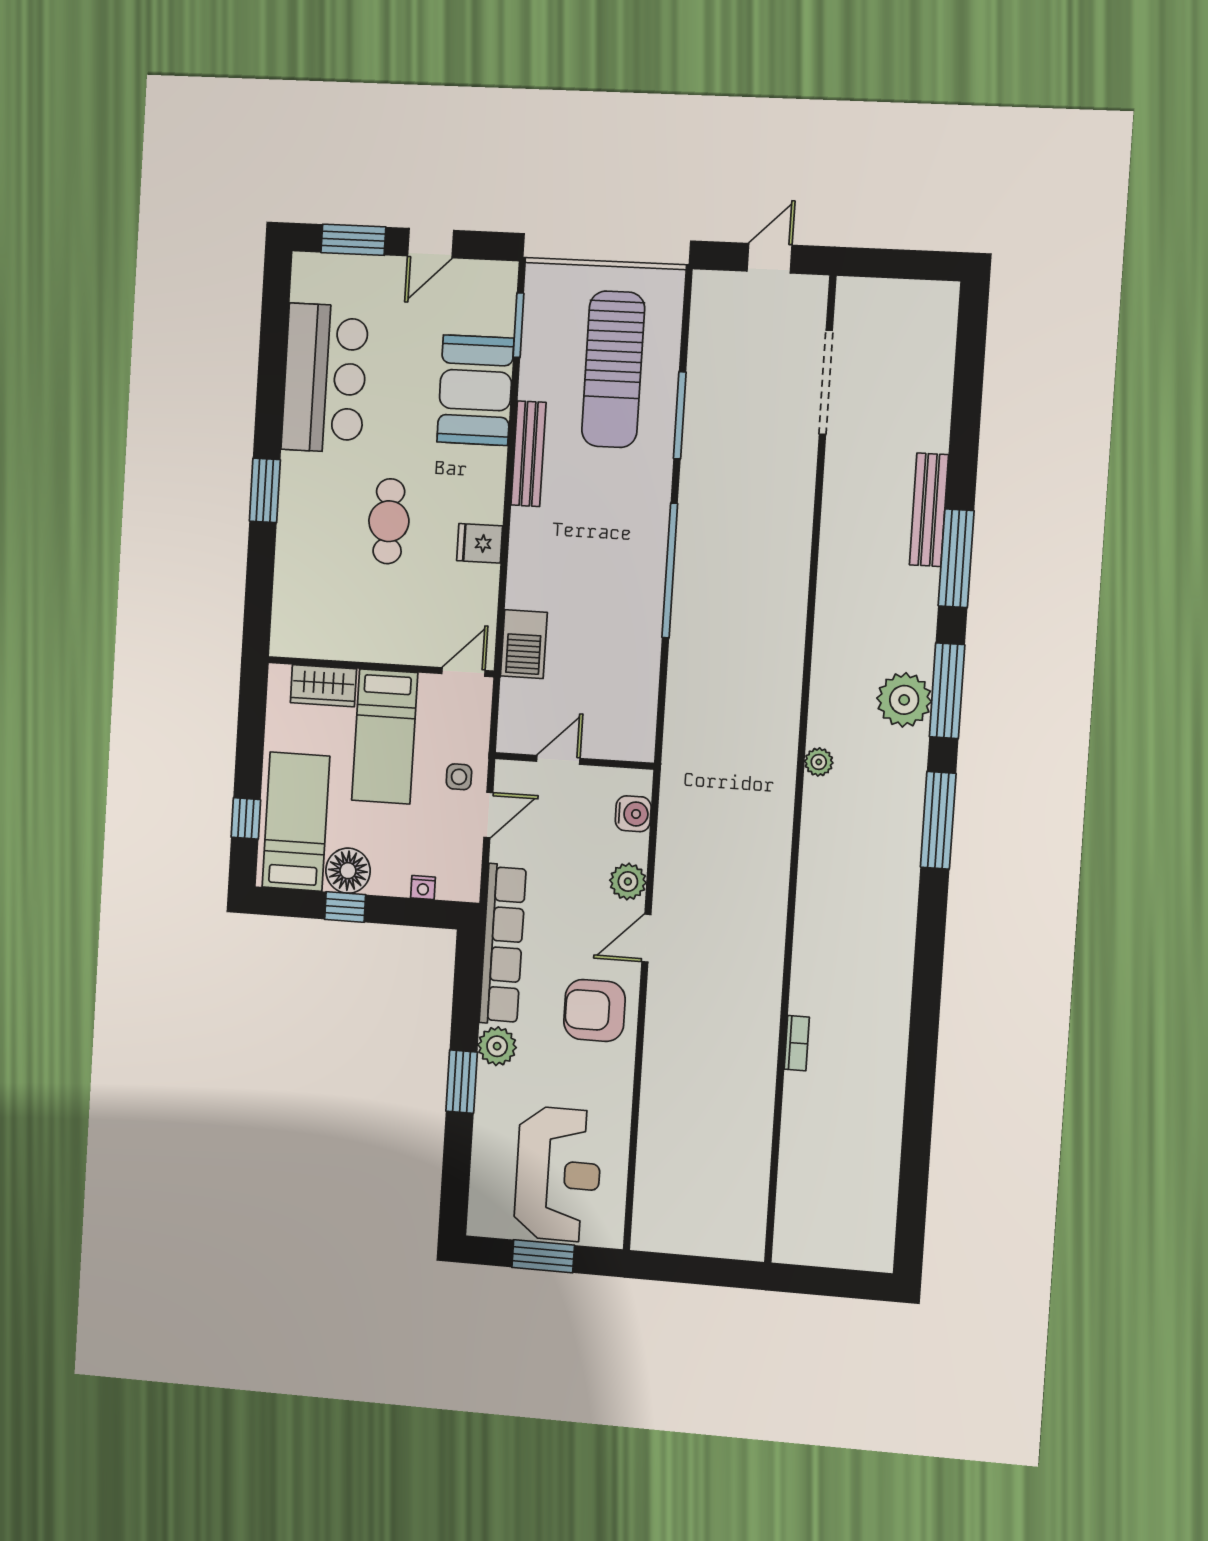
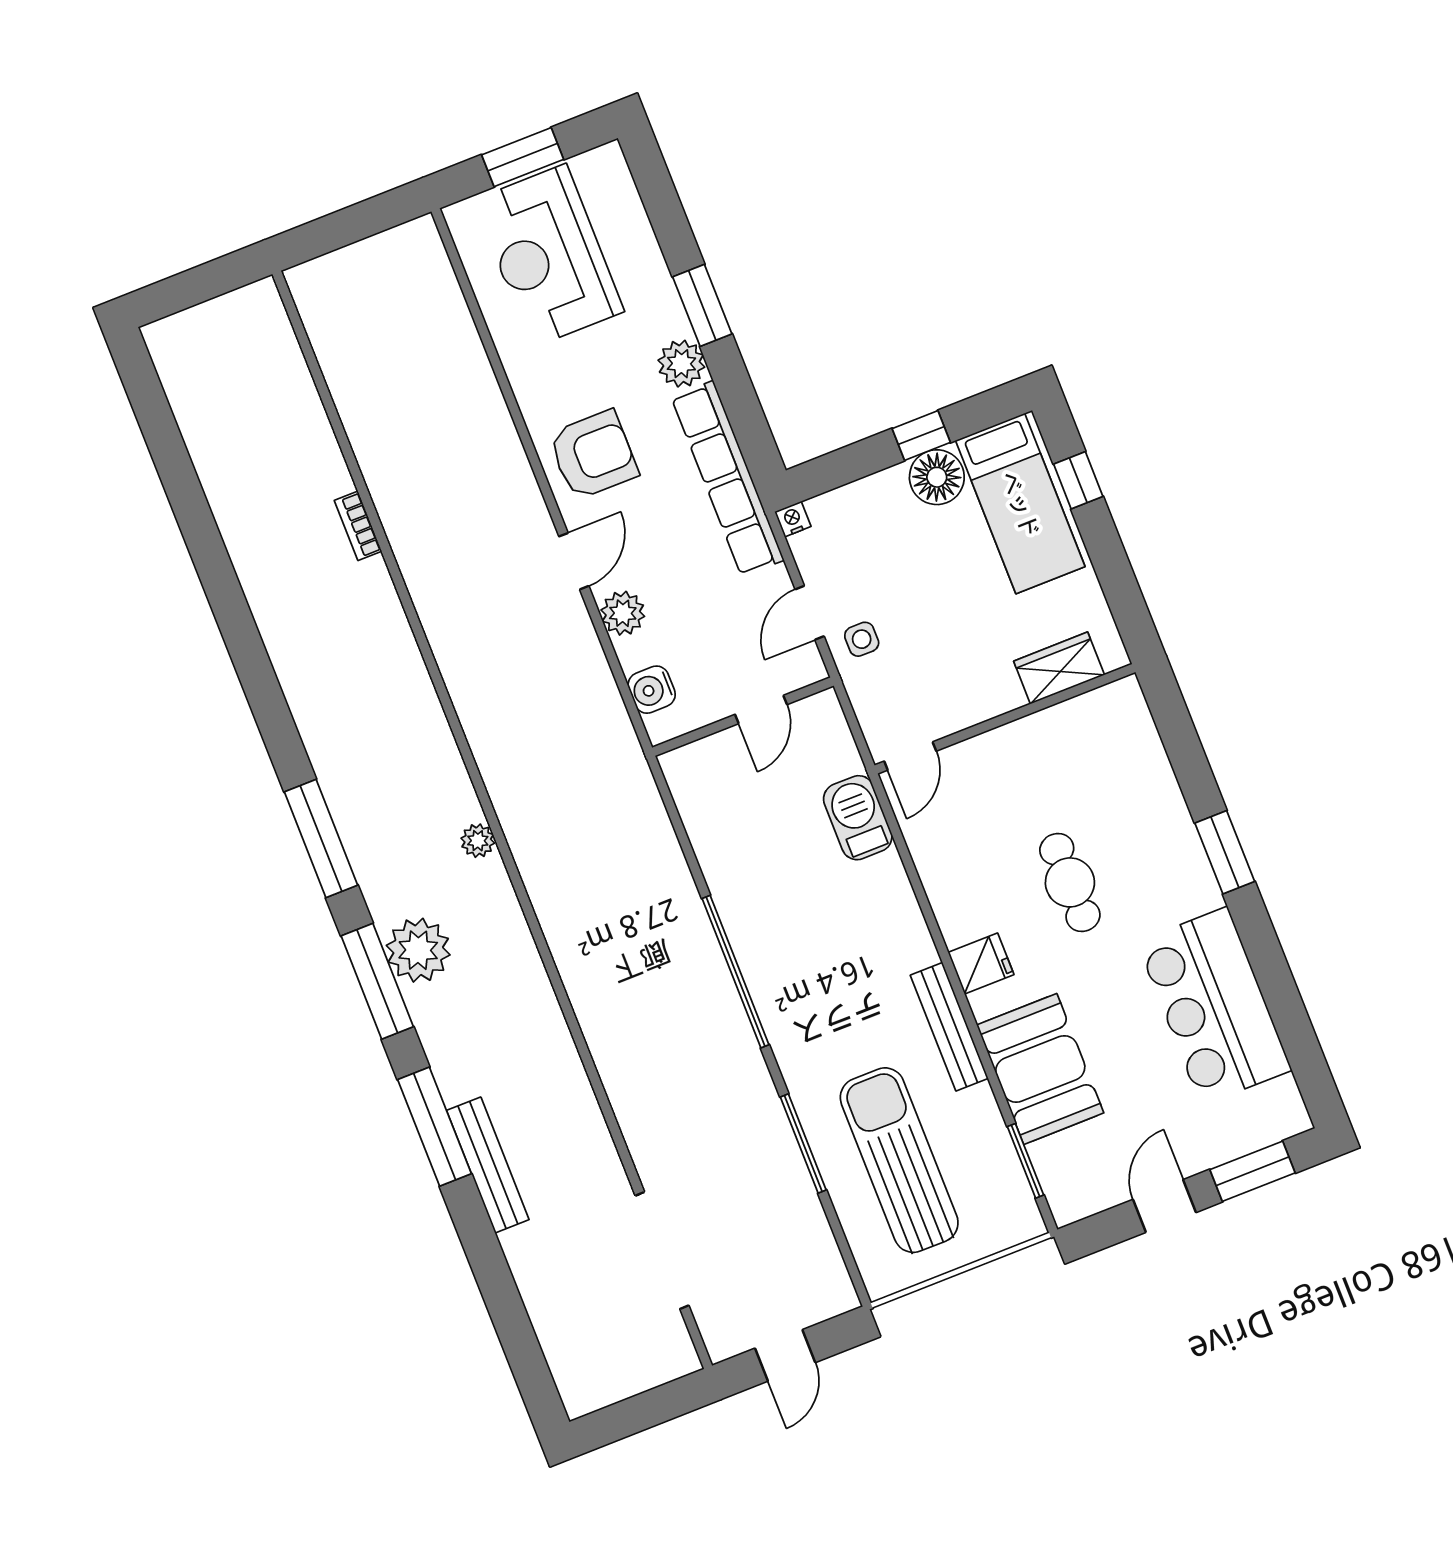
fridge: (480, 543) -> (981, 963), moved
bed: (385, 737) -> (965, 644), removed
nightstand: (423, 888) -> (793, 519), moved

